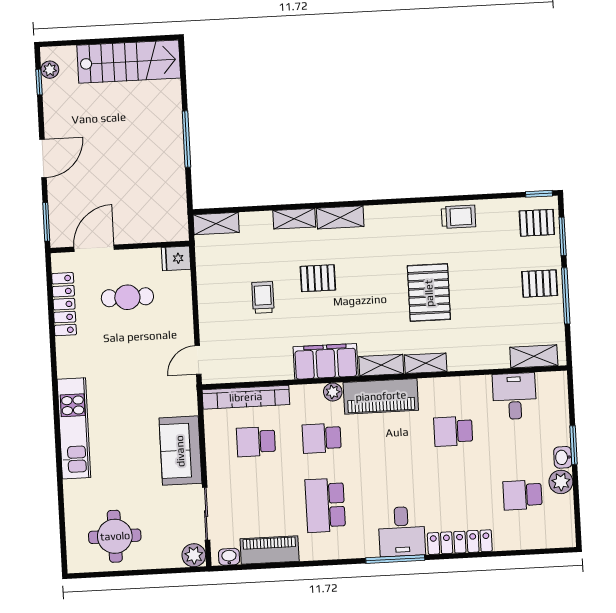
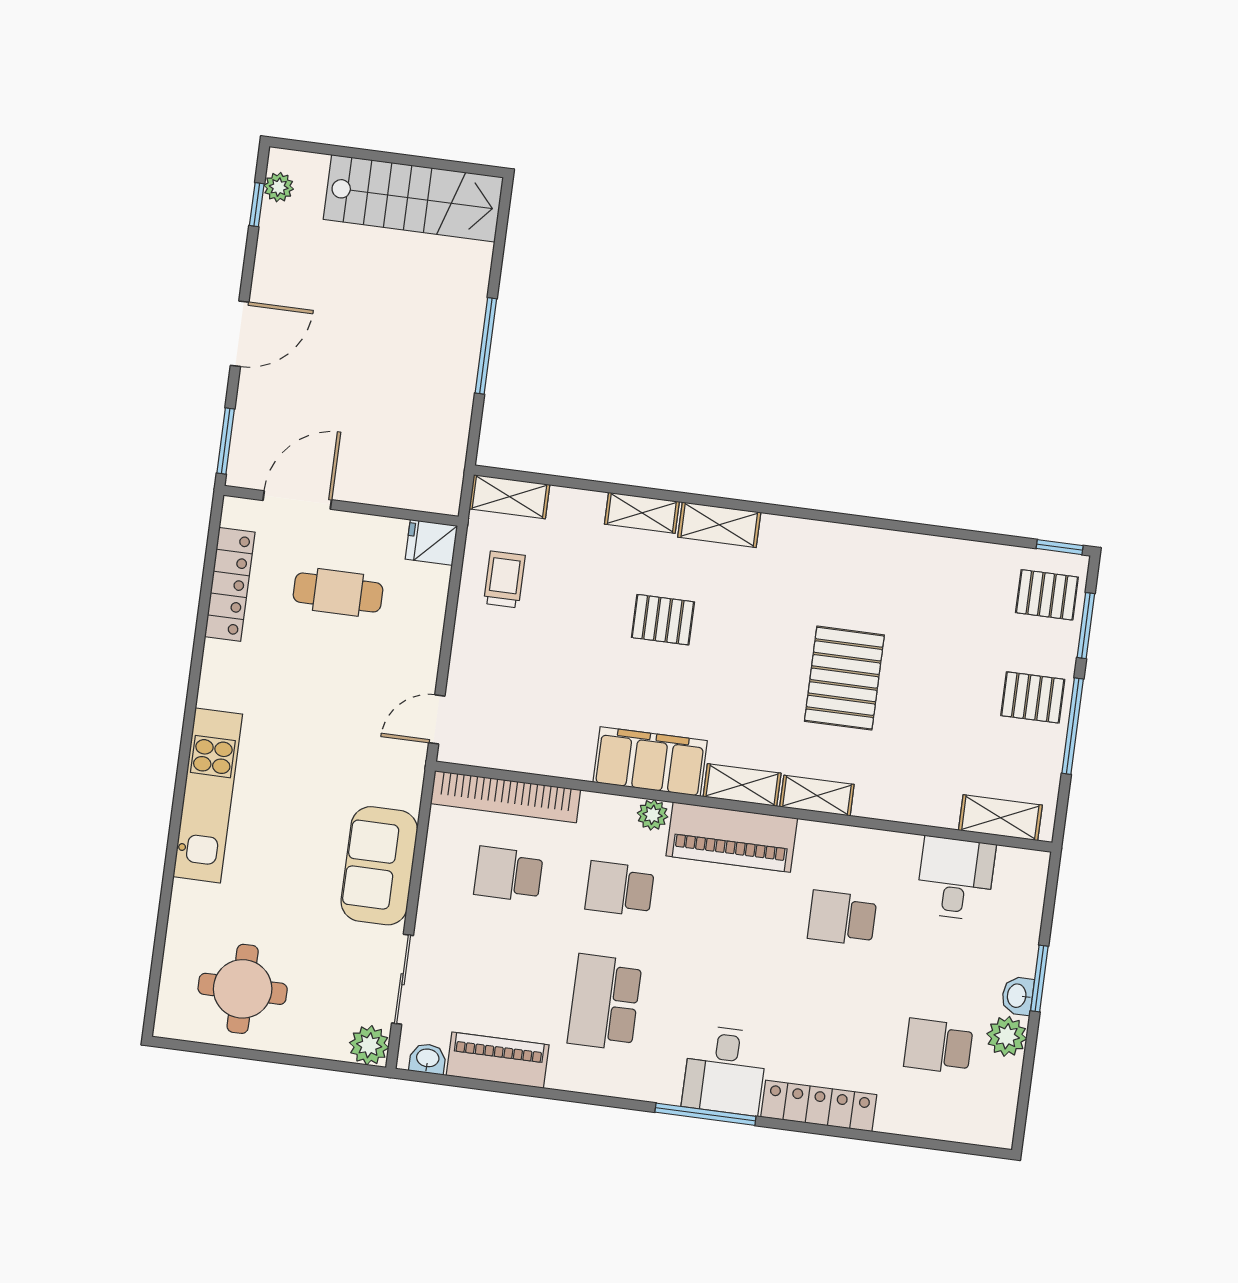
trolley: (458, 217) -> (917, 560), removed
trolley: (263, 297) -> (504, 579), moved

